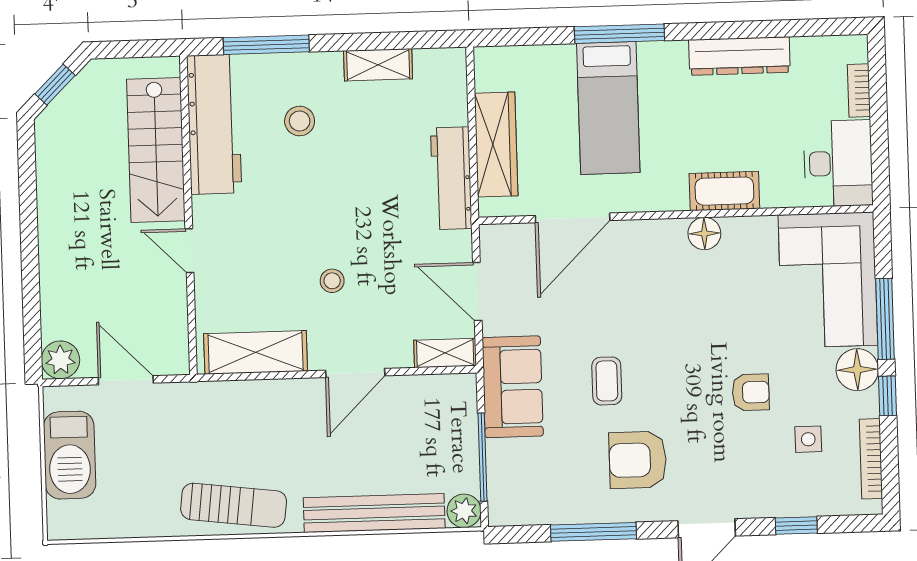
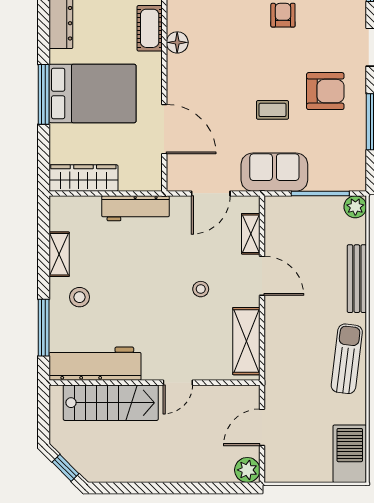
bed: (608, 108) -> (92, 93), width x1.50
stool: (300, 121) -> (80, 297), moved
wardrobe: (496, 144) -> (83, 178), moved
shelving: (445, 353) -> (251, 234), moved
barbecue: (70, 455) -> (350, 454), moved, turned -90
armchair: (638, 460) -> (325, 91), turned -90
bench: (374, 513) -> (357, 279), width x0.73, depth x0.82

